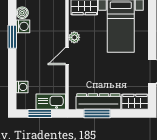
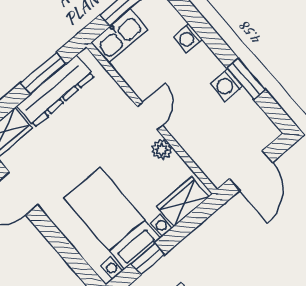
boiler: (22, 13) -> (260, 123), removed
washing machine: (23, 26) -> (226, 85), moved
washing machine: (22, 87) -> (188, 38), moved

